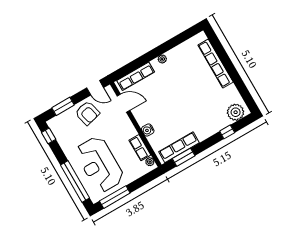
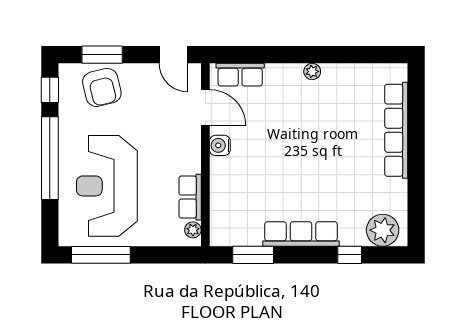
row of seats: (136, 76) -> (240, 75), width x0.68
armchair: (87, 113) -> (102, 87), moved
water cooler: (148, 130) -> (220, 145), moved
row of seats: (179, 147) -> (301, 234), moved
window: (75, 181) -> (50, 158), moved

